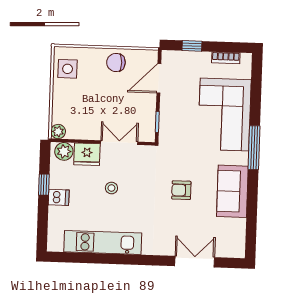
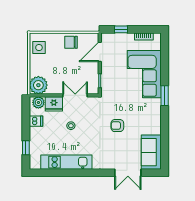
plant: (58, 132) -> (38, 85), width x1.88, depth x1.88
window: (254, 148) -> (165, 96), width x0.69
window: (44, 185) -> (26, 148), moved
sofa: (232, 191) -> (151, 152), moved
dishwasher: (59, 197) -> (36, 121), moved
double door: (195, 262) -> (128, 173), swing flipped

